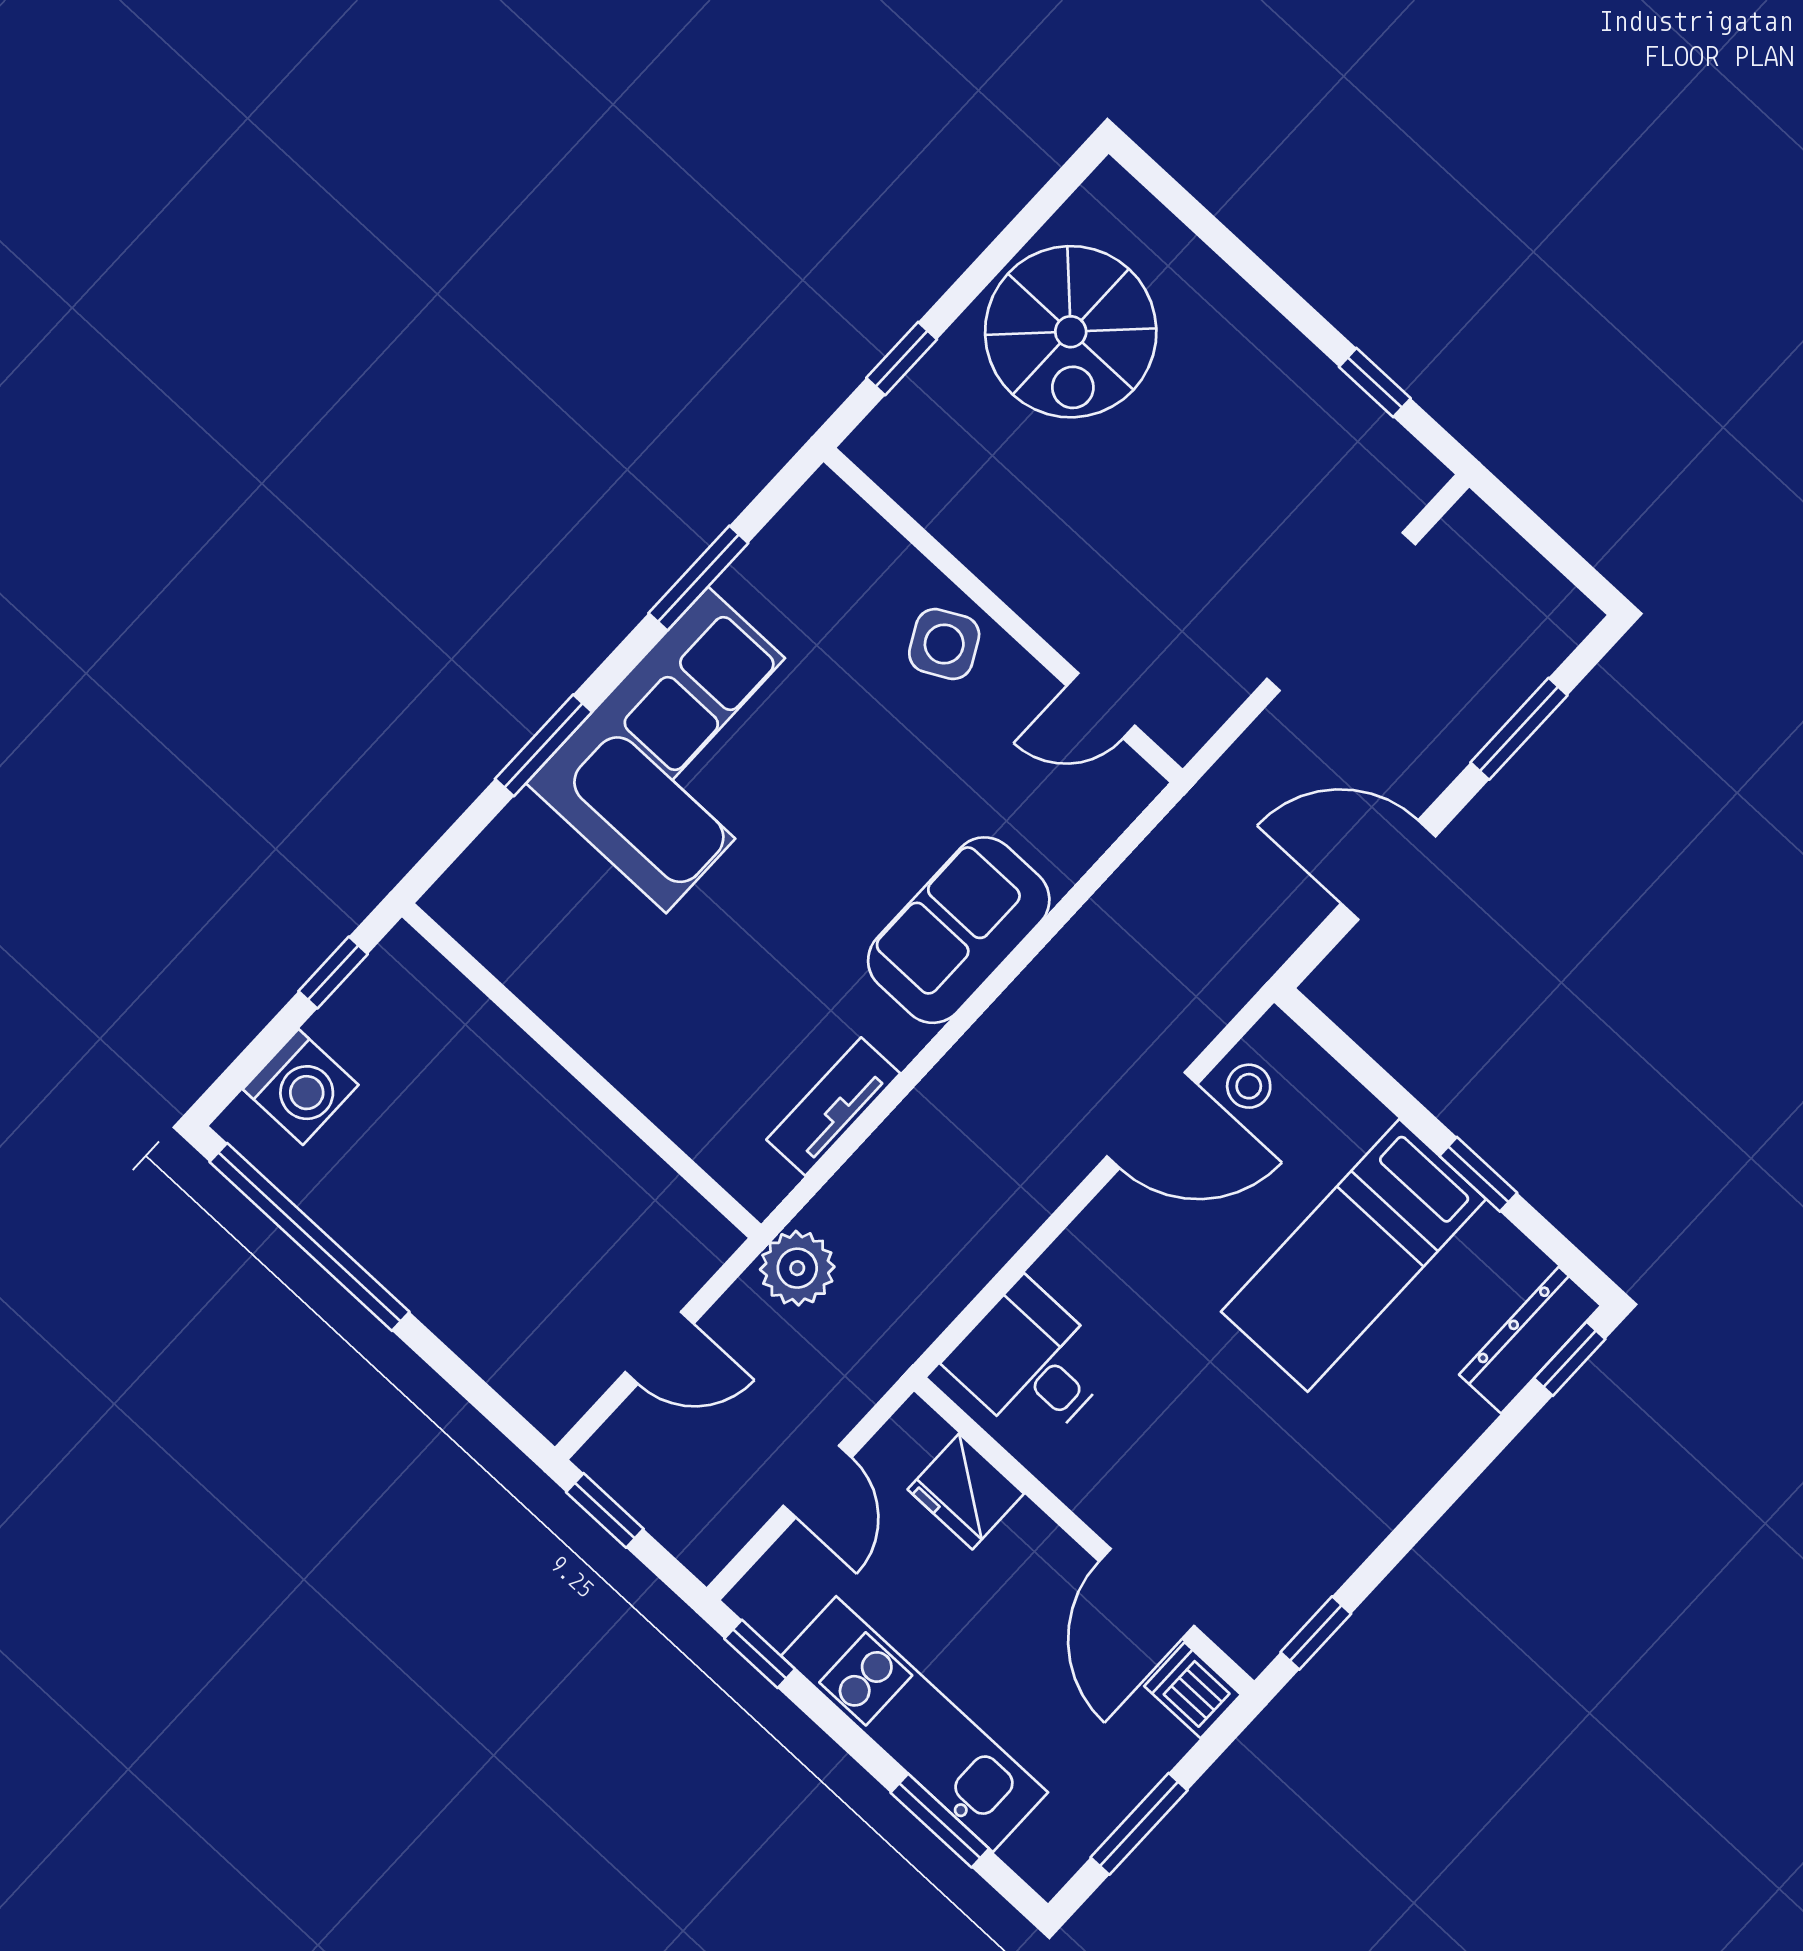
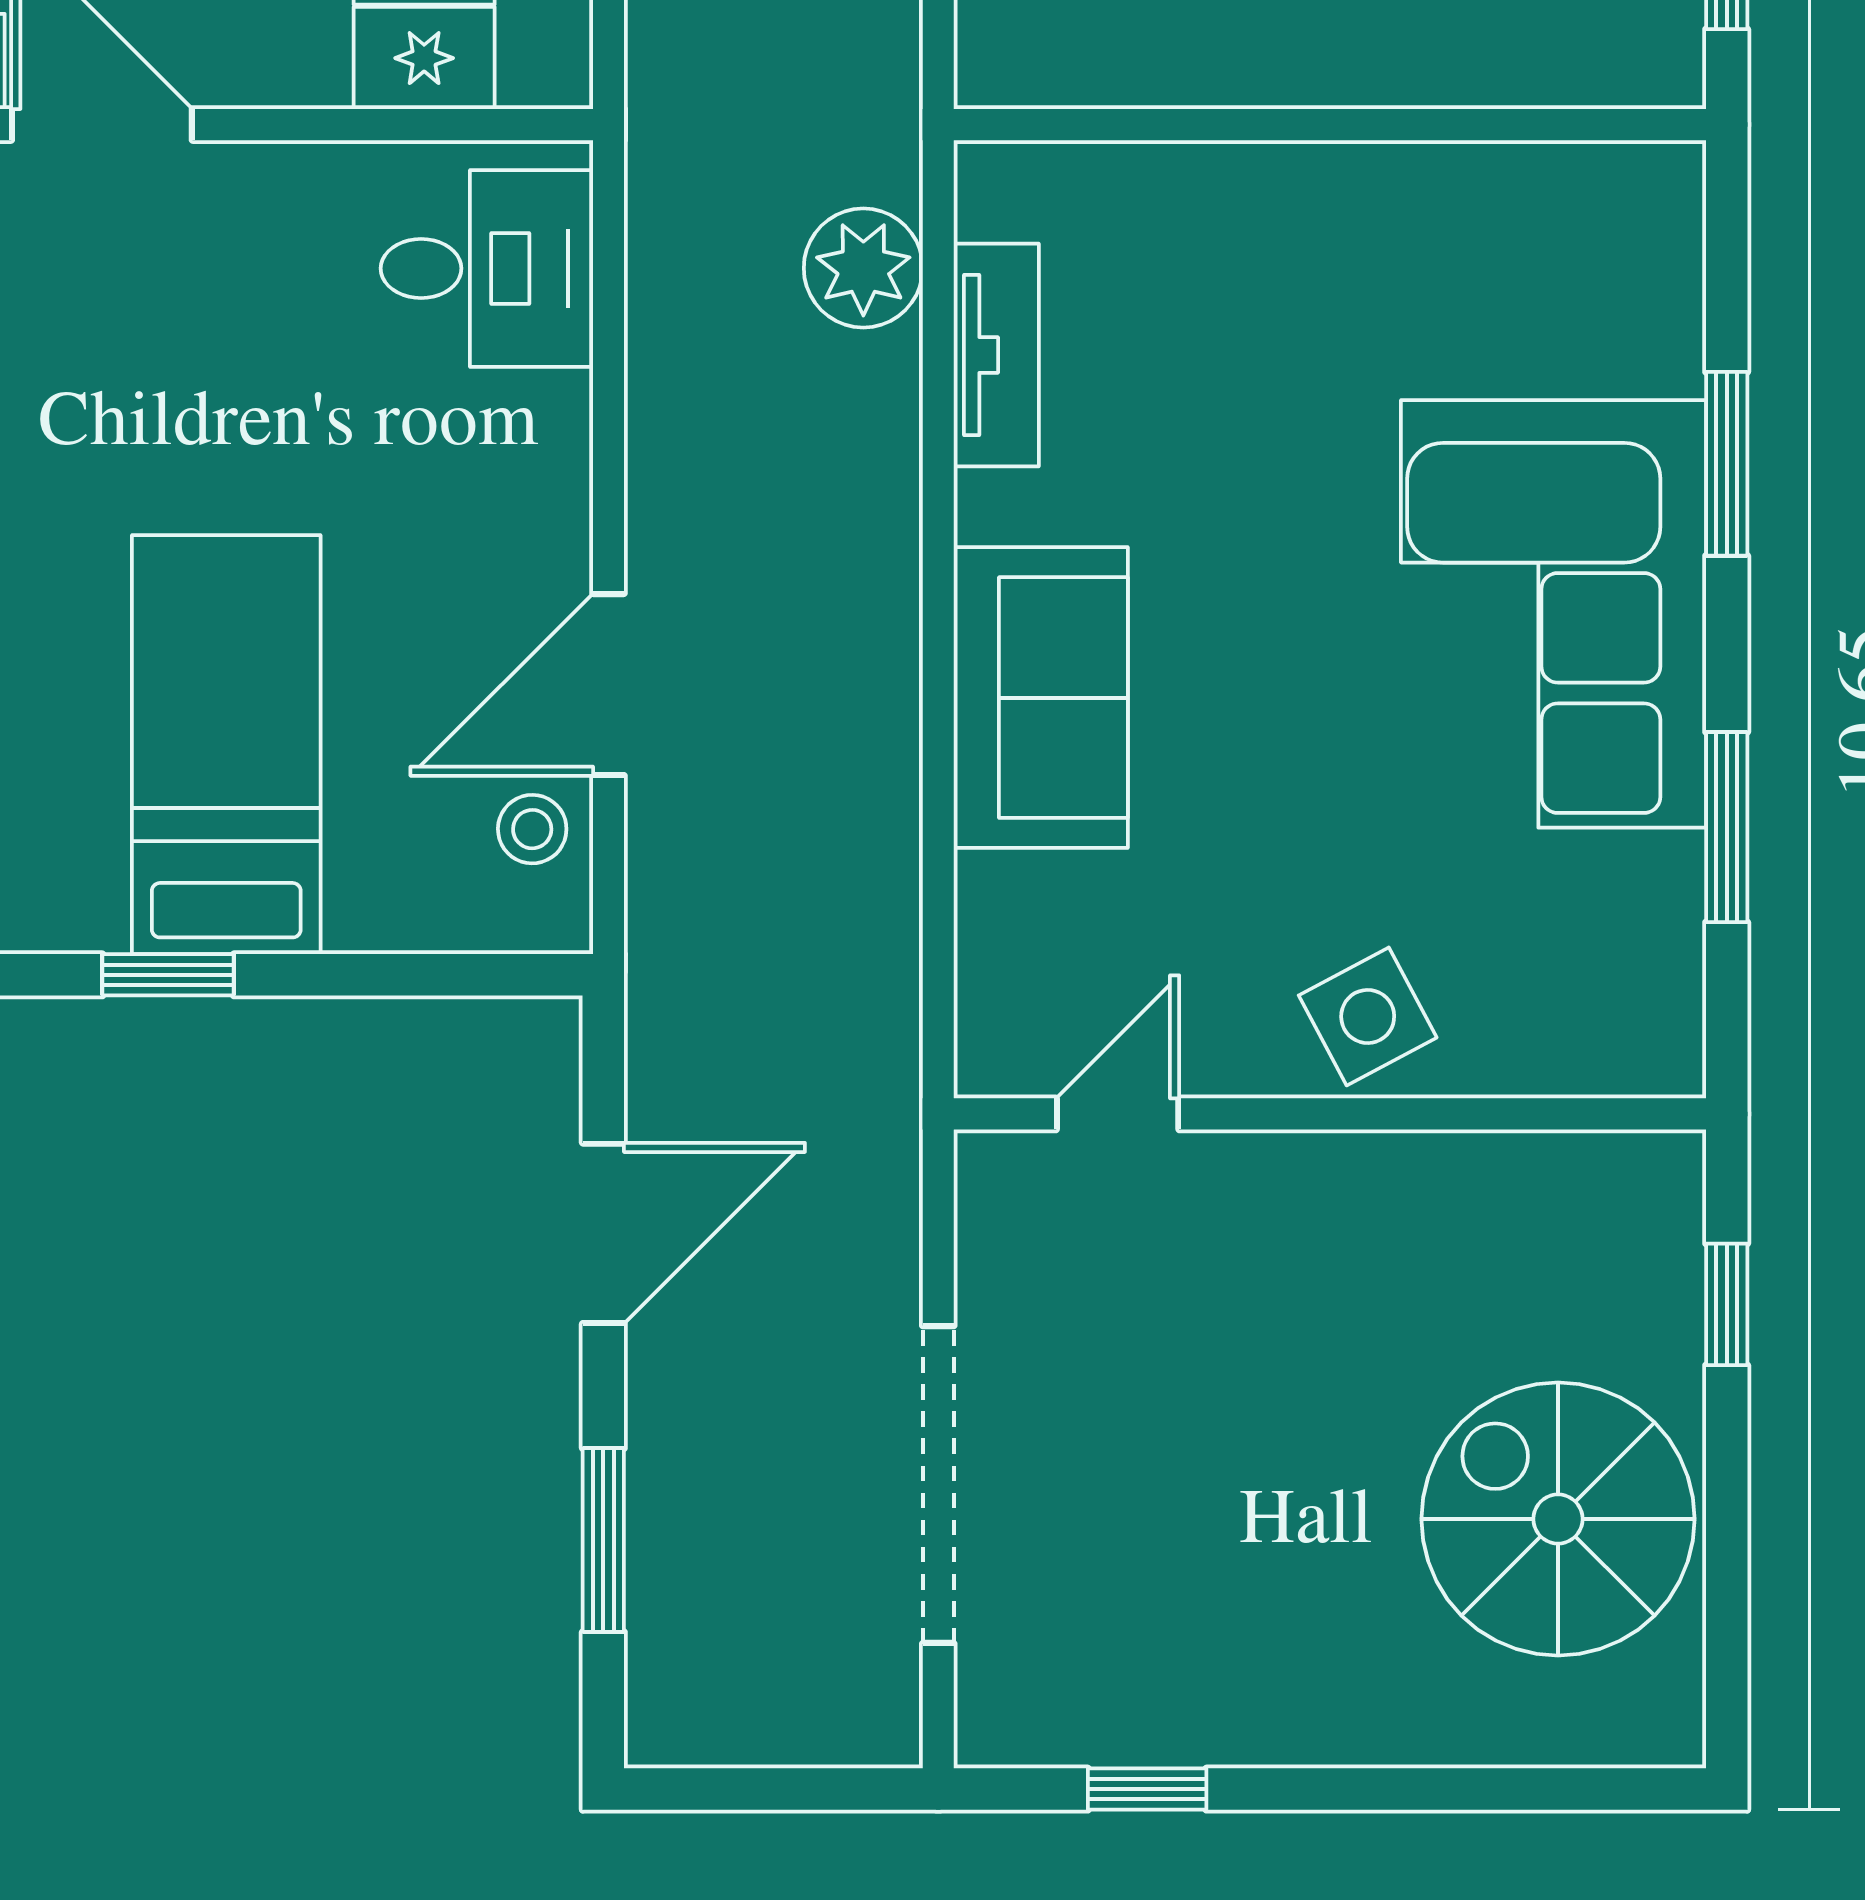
plant: (797, 1268) -> (863, 268), moved

